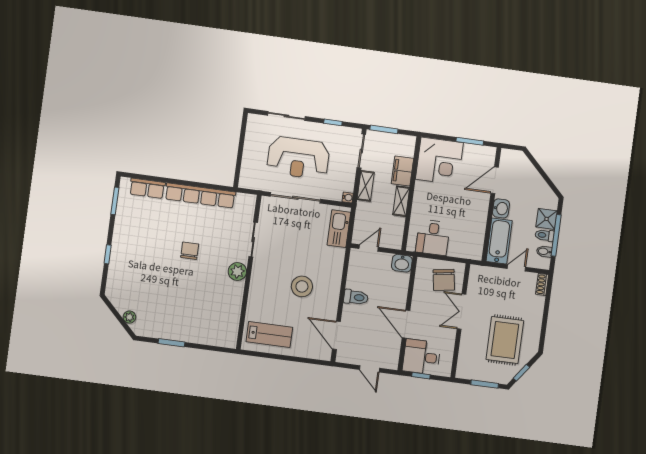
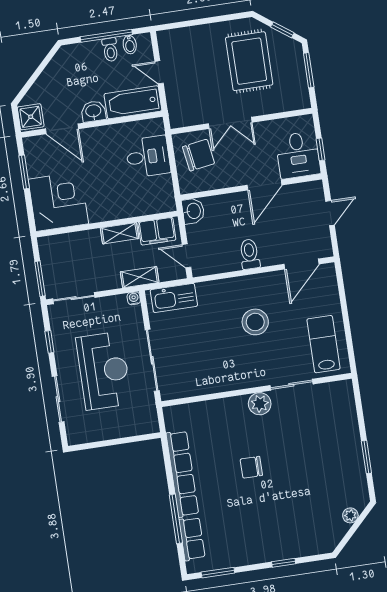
filing cabinet: (402, 171) -> (157, 231), moved
window: (167, 180) -> (176, 519), added
shelving: (366, 186) -> (140, 277), moved
shower: (547, 219) -> (31, 117), moved
desk: (433, 237) -> (148, 157), moved
sliding door: (253, 240) -> (291, 385), moved
shoe rack: (542, 284) -> (170, 36), removed
rug: (505, 340) -> (249, 61), turned 90

